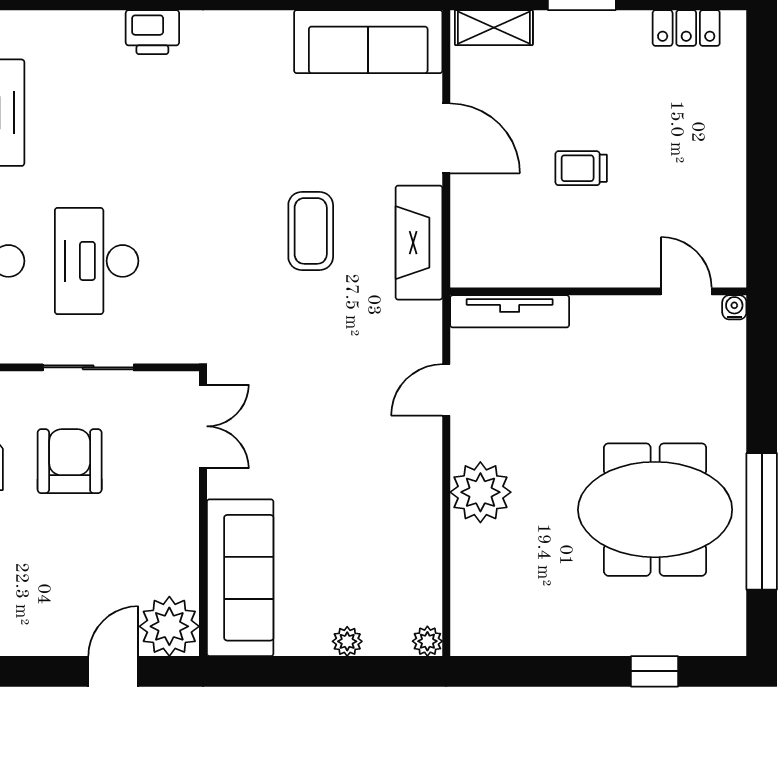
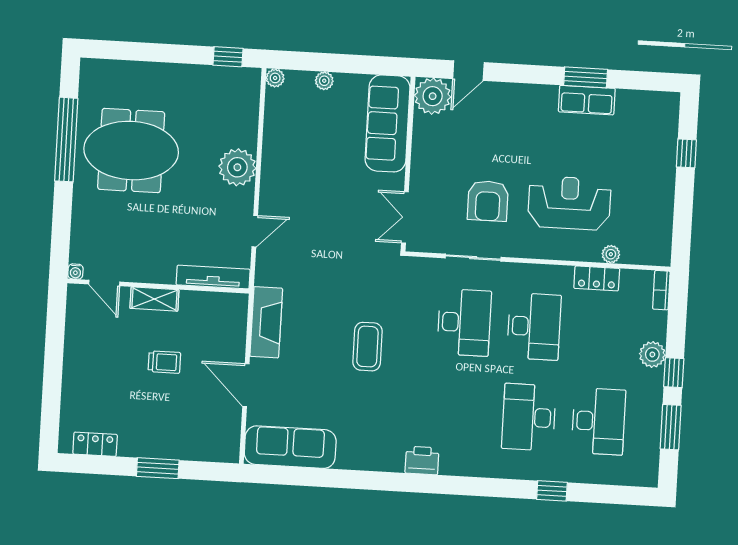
shelving: (494, 28) -> (154, 299), moved
coffee table: (311, 231) -> (367, 347), moved
window: (655, 671) -> (228, 57), moved

